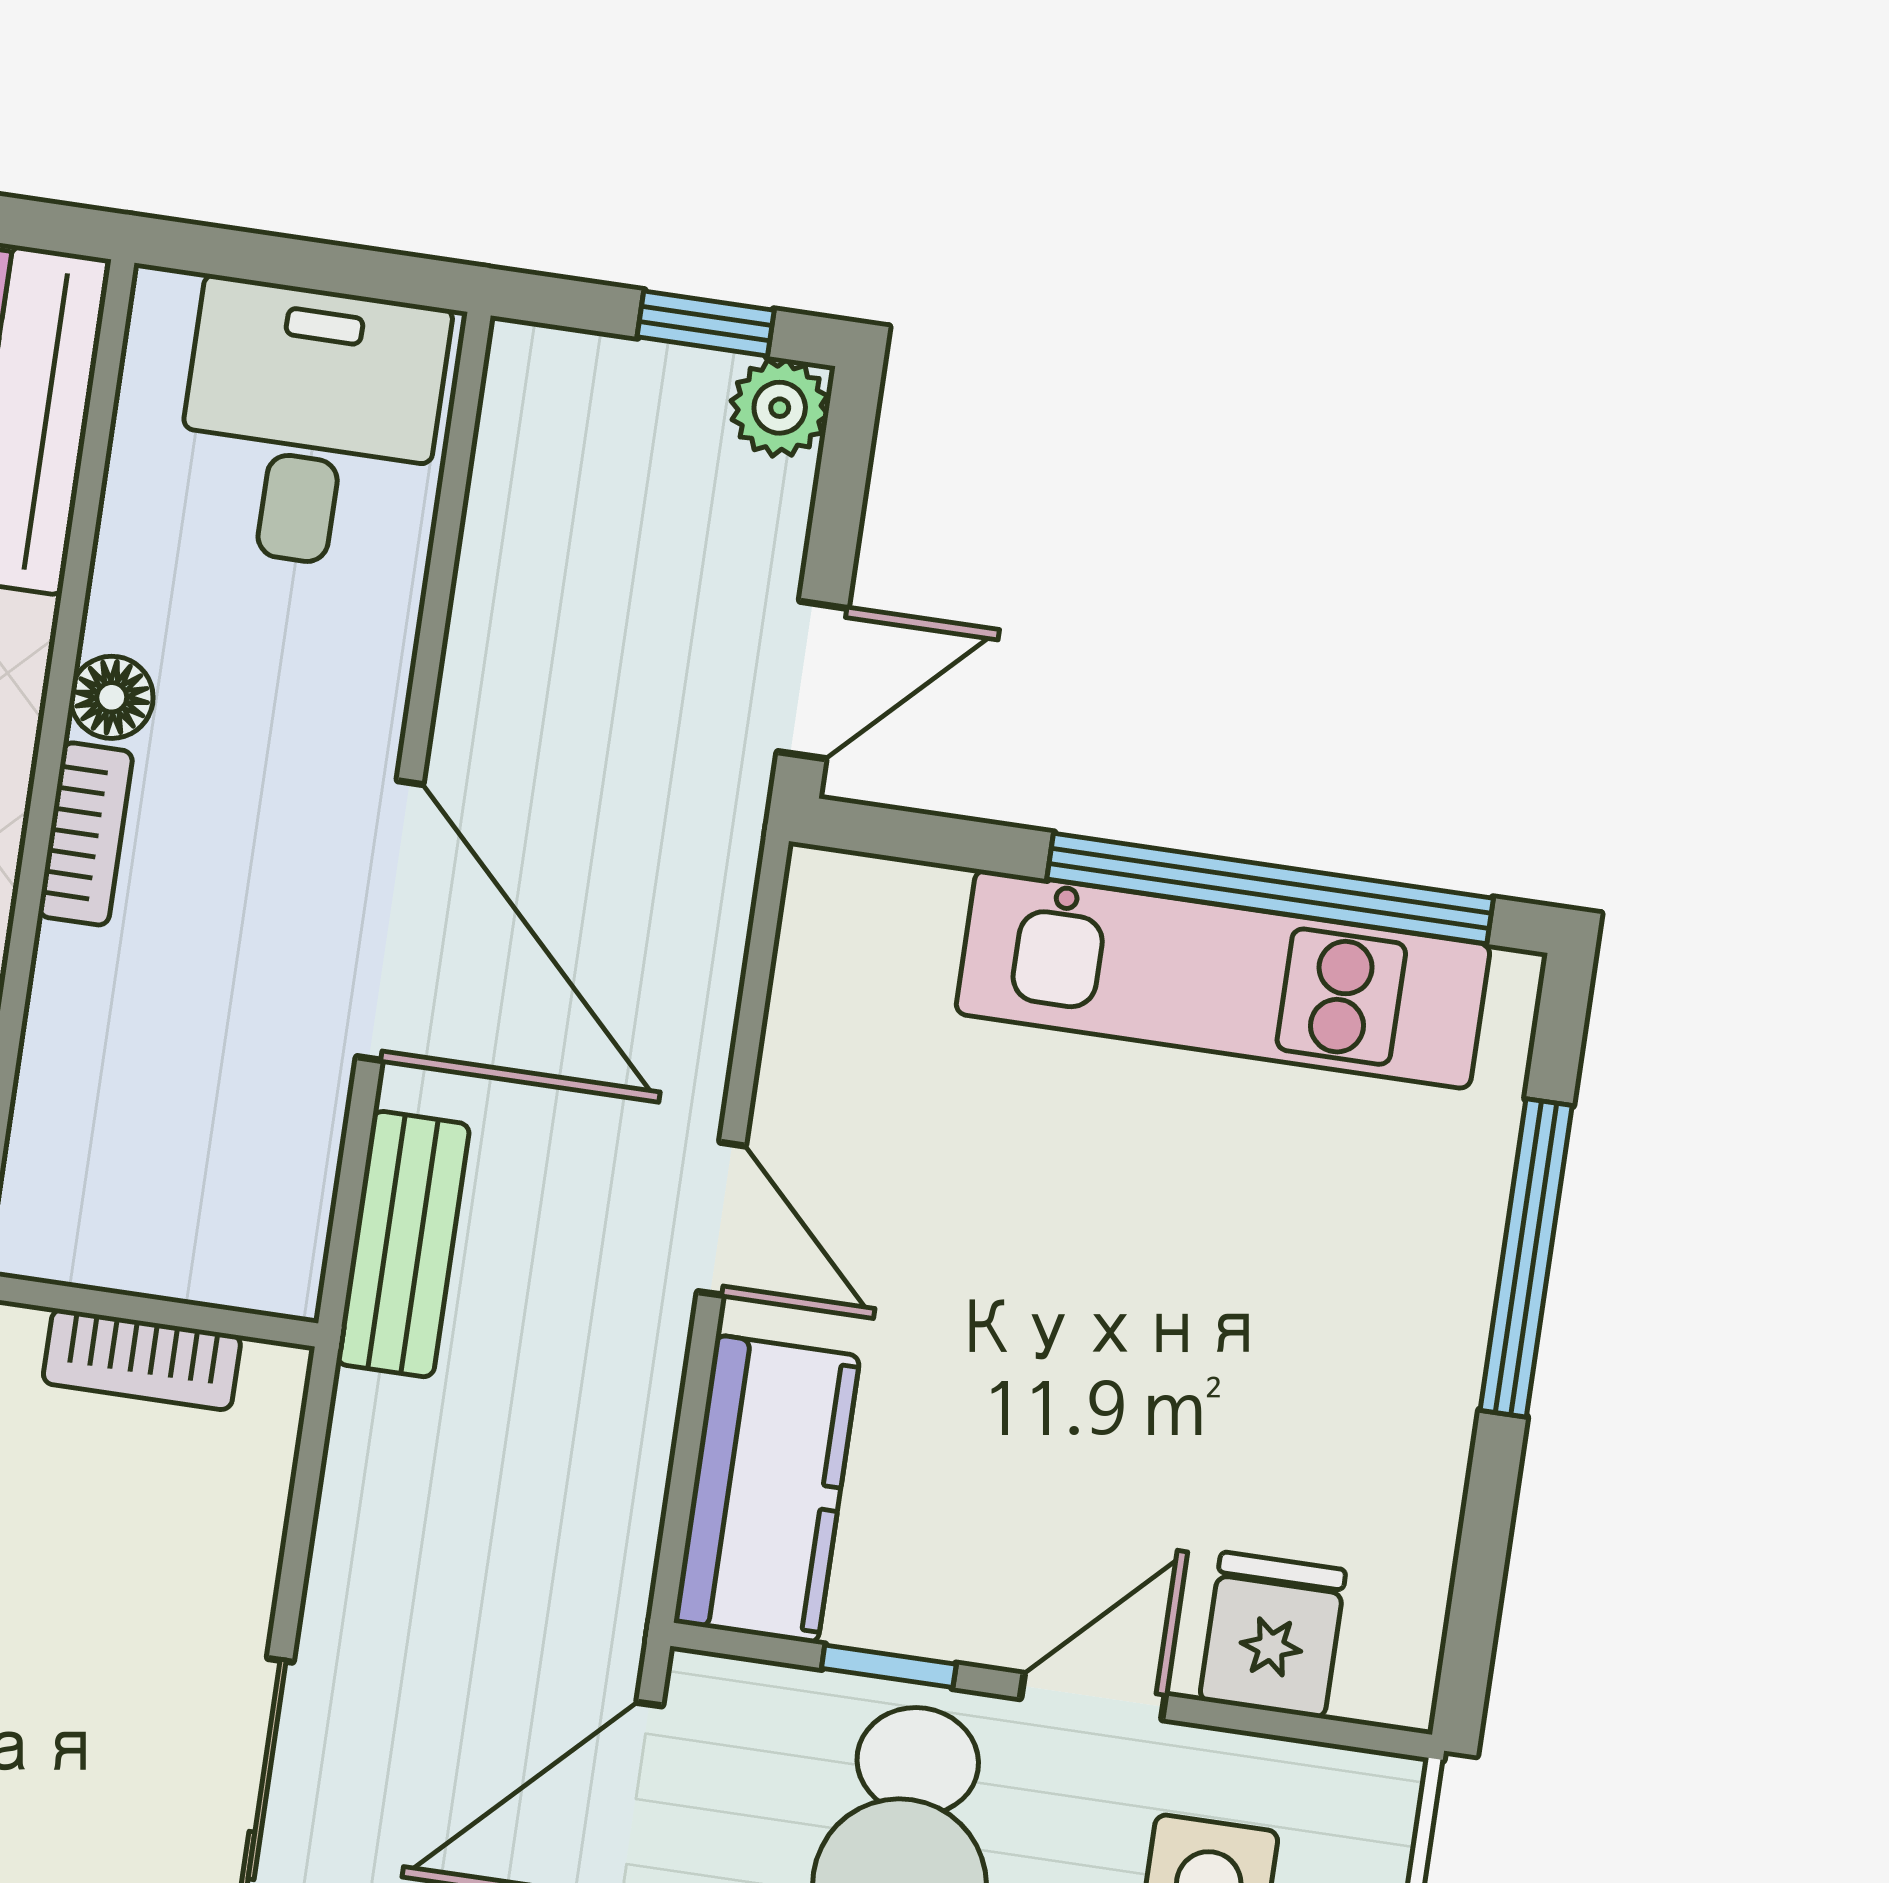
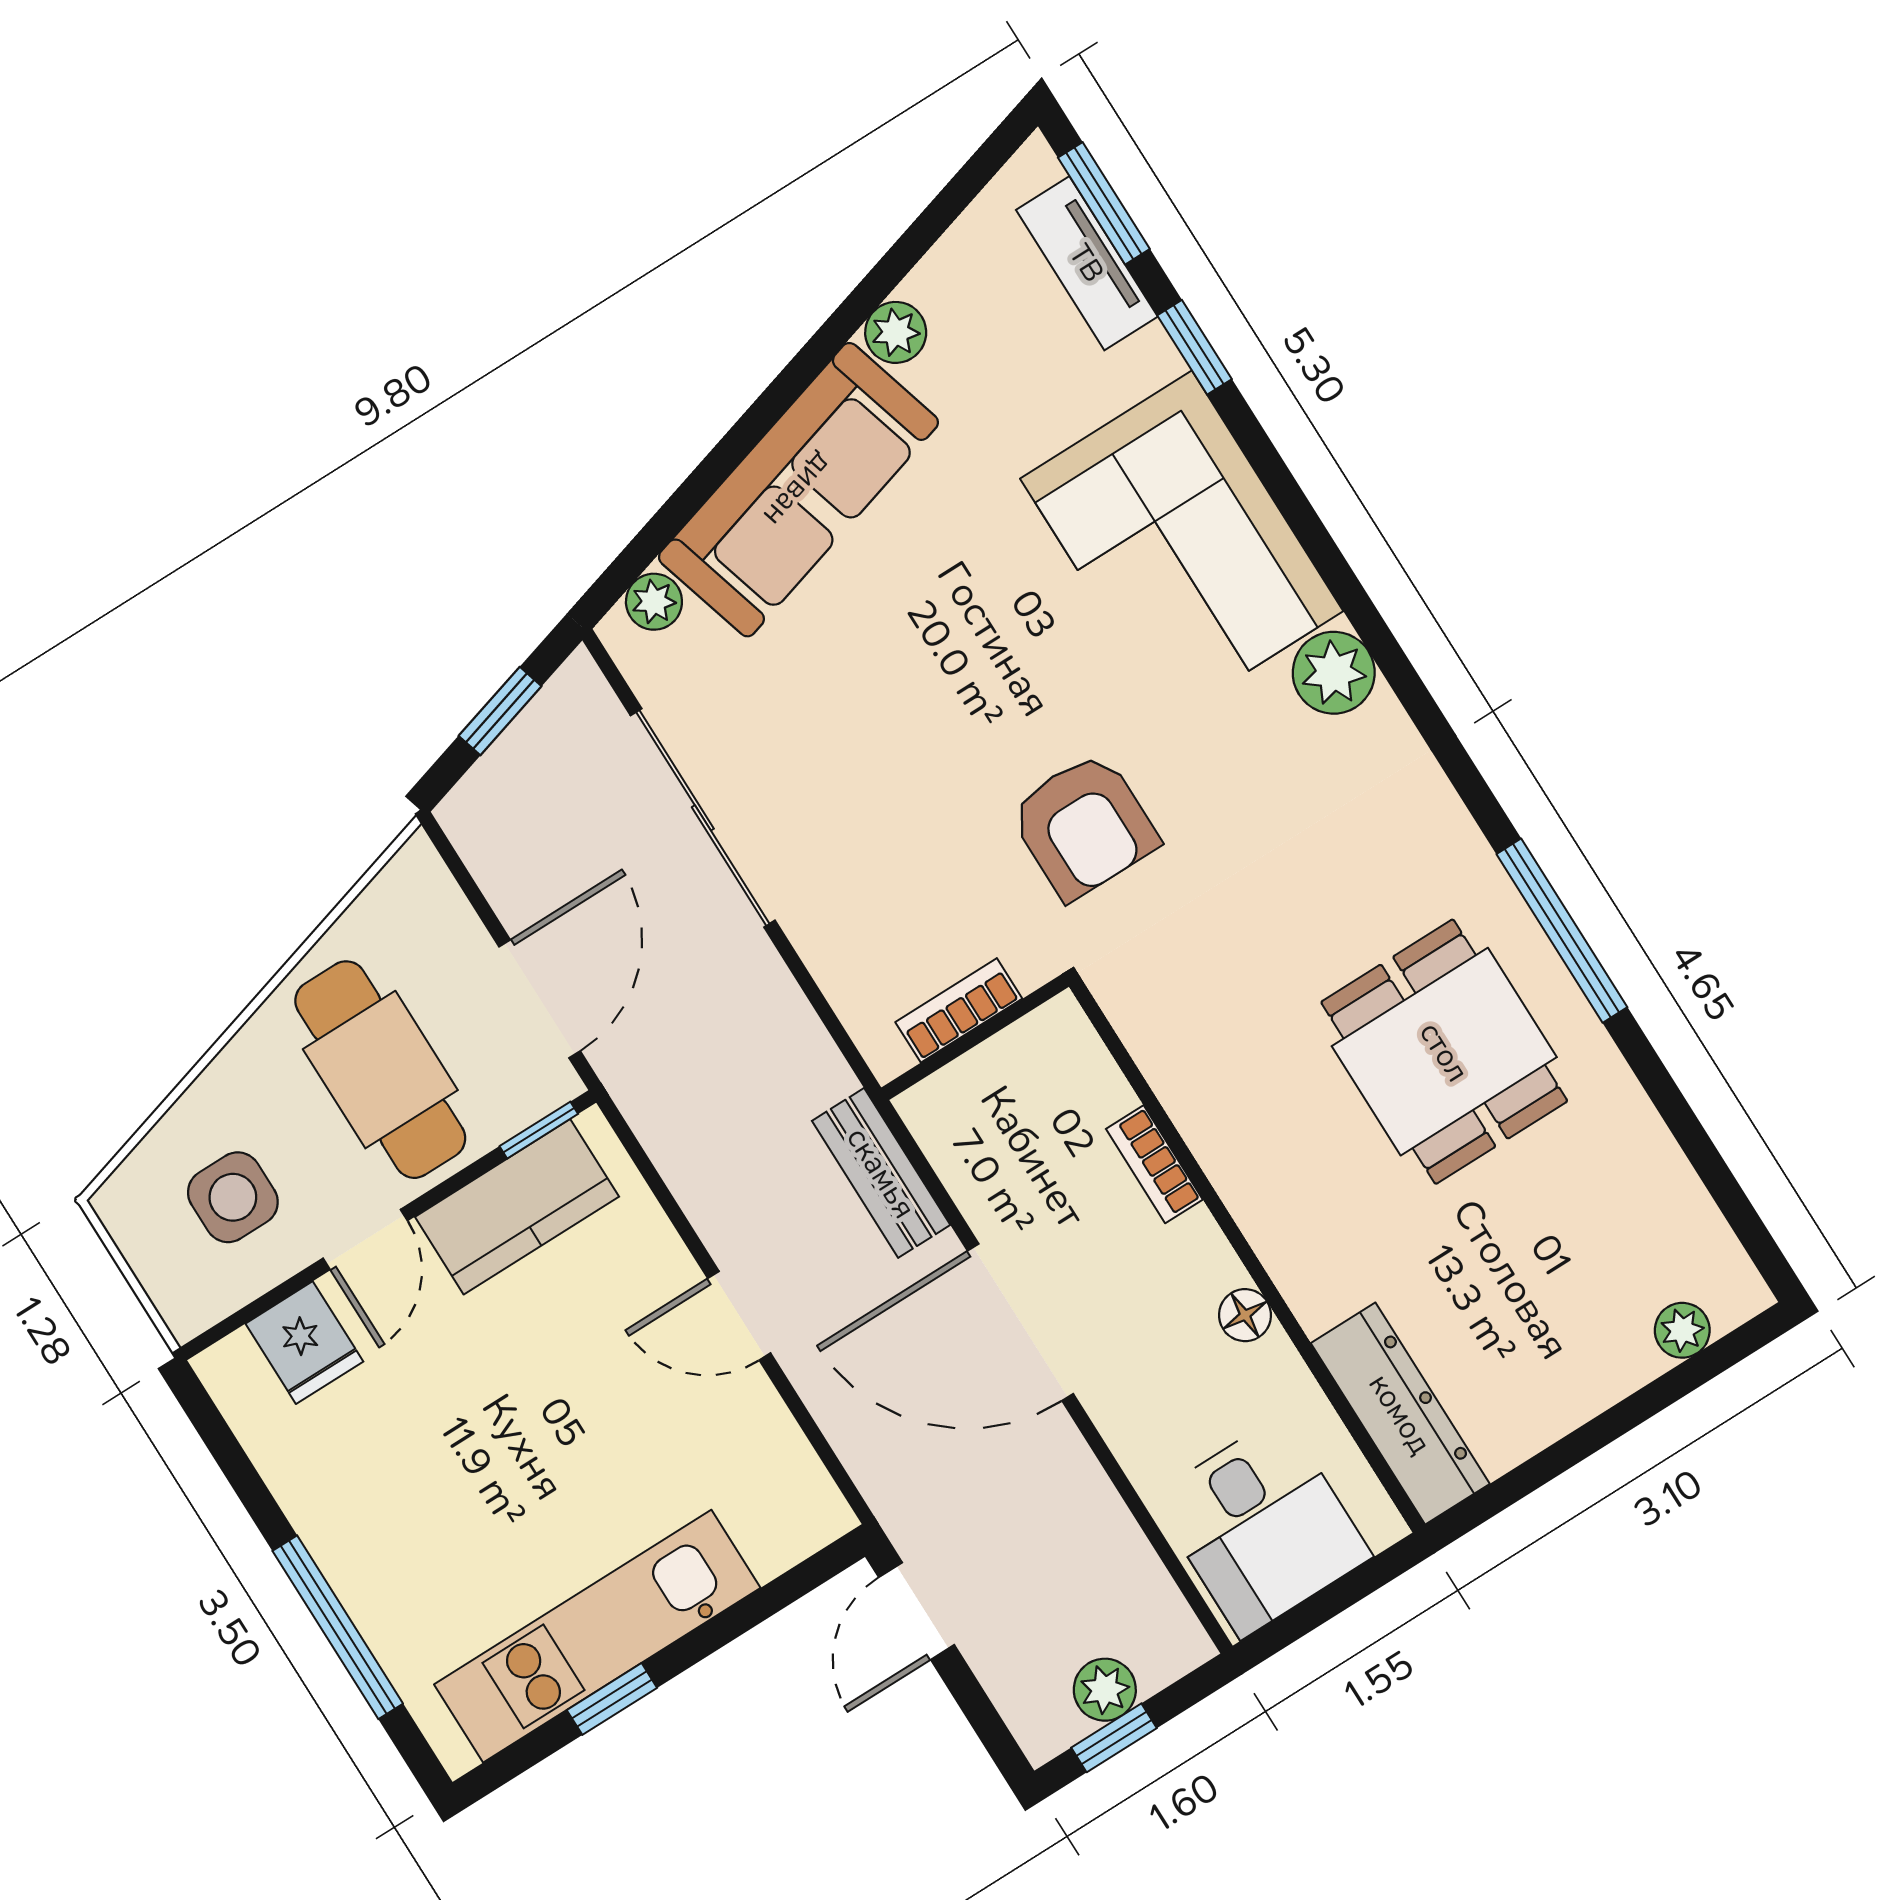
plant: (780, 408) -> (1105, 1690), moved
bookcase: (86, 834) -> (1154, 1164), moved
window: (1270, 889) -> (612, 1699), width x0.32
kitchen counter: (767, 1489) -> (517, 1207), moved, turned -90
window: (889, 1666) -> (539, 1130), moved

